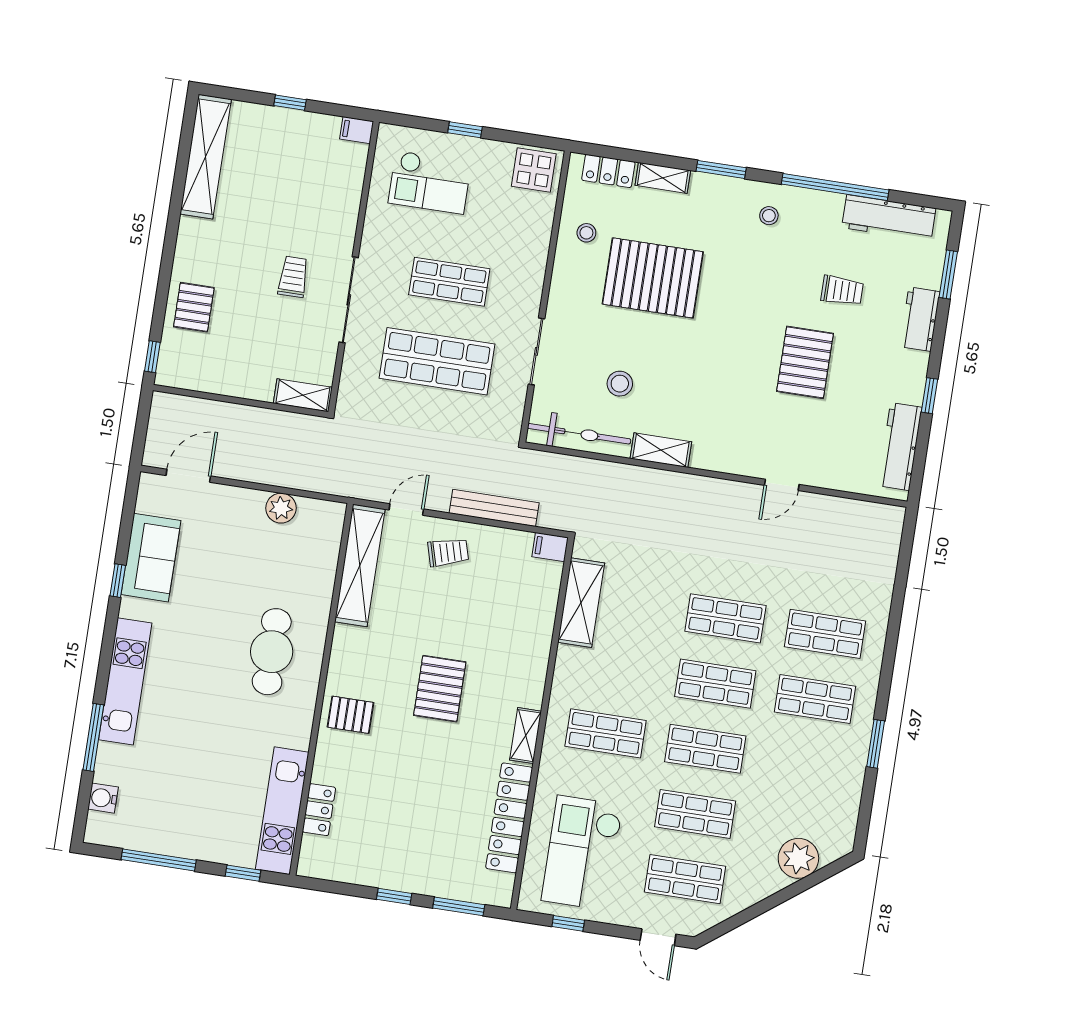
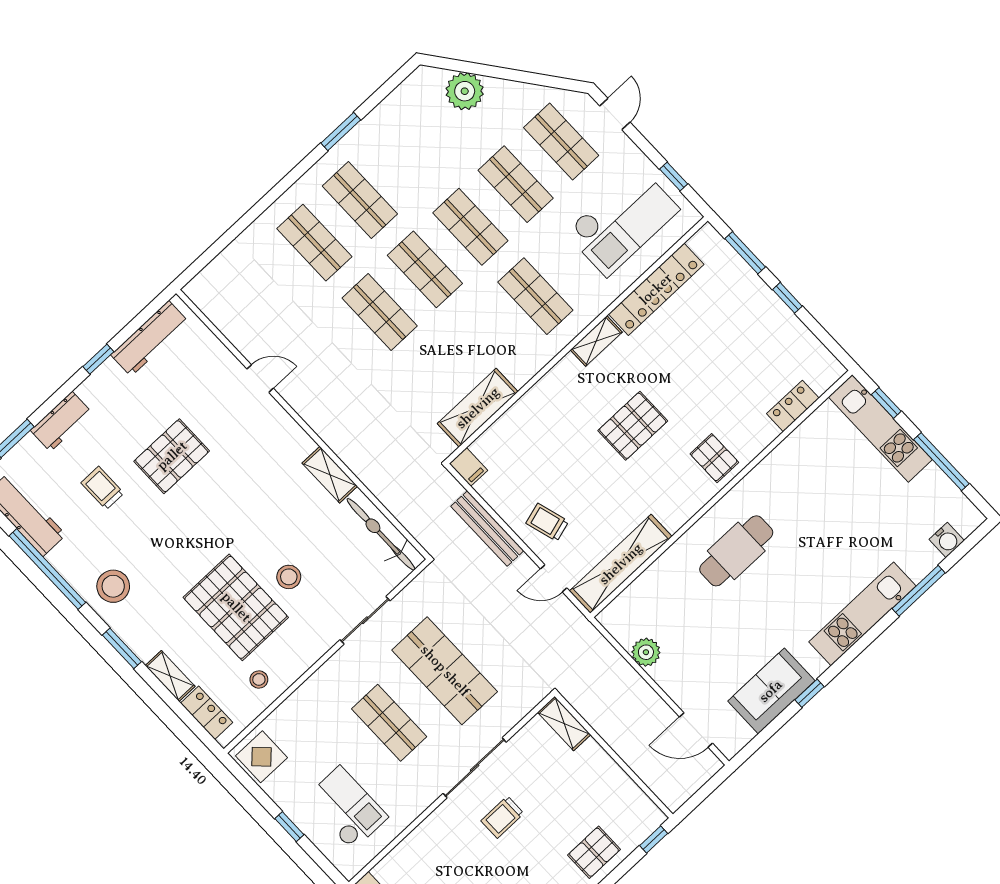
stool: (769, 216) -> (113, 586), width x1.89, depth x1.89
stool: (620, 384) -> (289, 577), moved
kitchen unit: (282, 811) -> (880, 428), moved, turned 90

